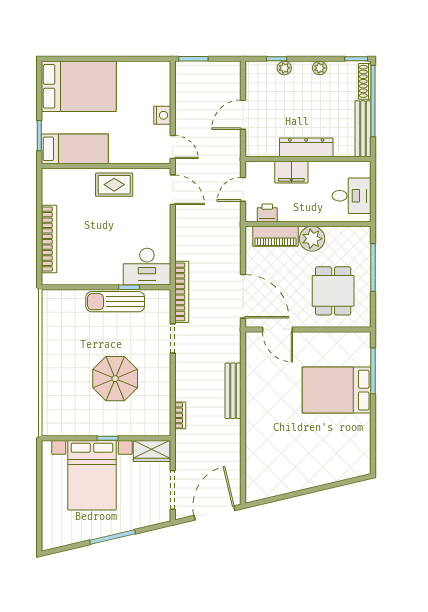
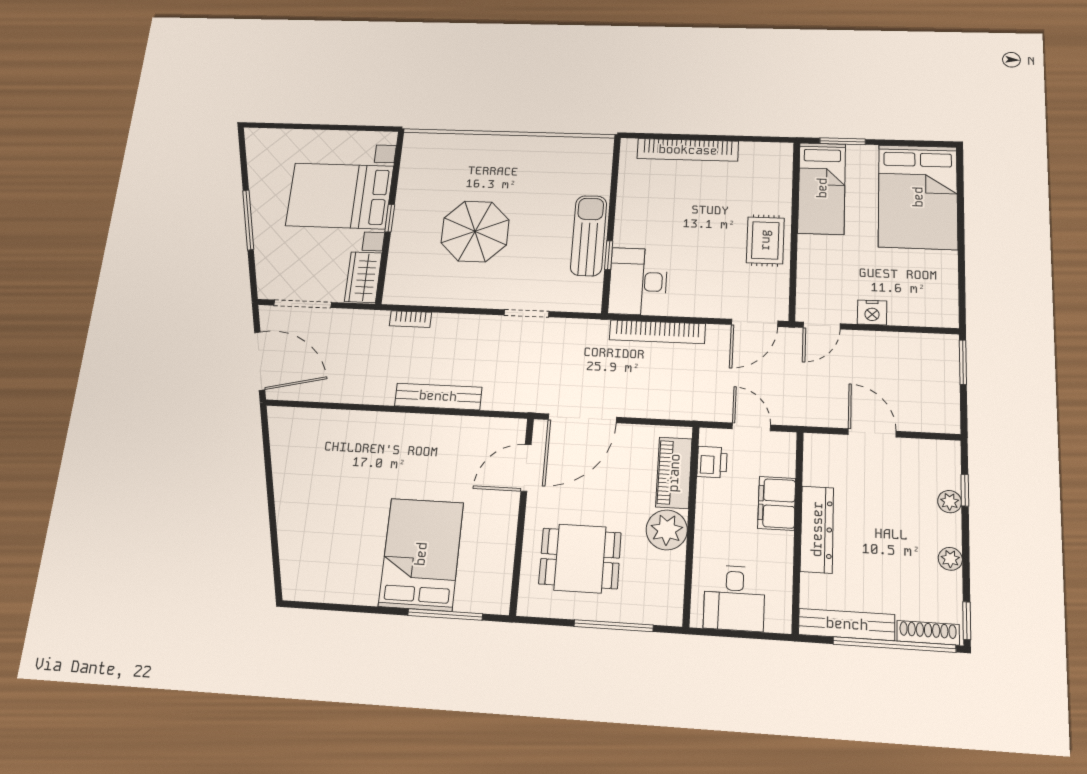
bookcase: (182, 292) -> (657, 332), moved

